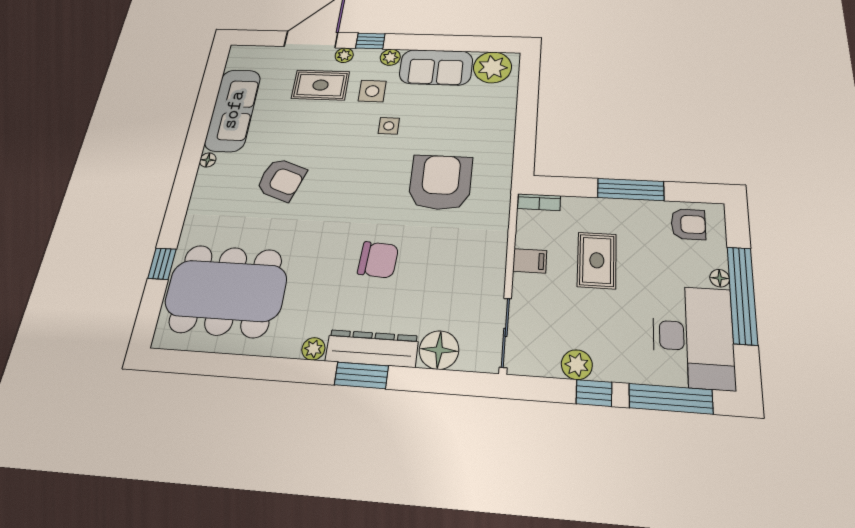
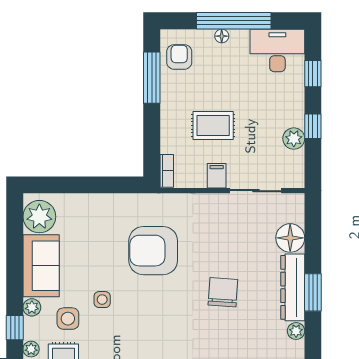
window: (631, 190) -> (152, 78), moved
sliding door: (505, 332) -> (256, 191), moved
desk: (693, 337) -> (277, 50), width x0.73, depth x0.77
window: (671, 399) -> (313, 74), width x0.46

